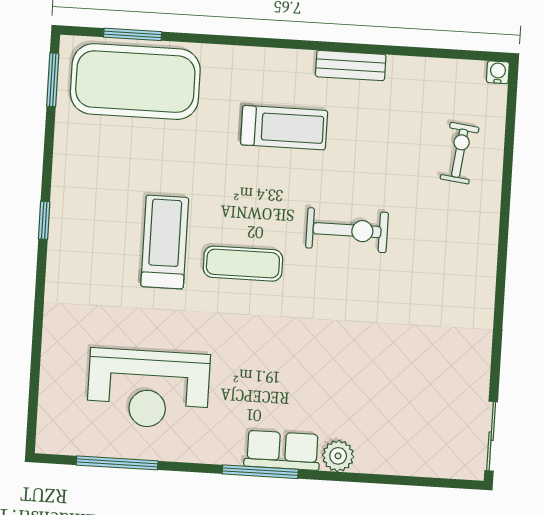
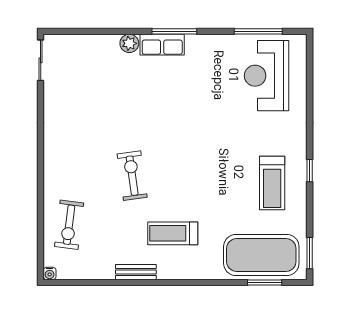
exercise bike: (460, 153) -> (69, 225), width x1.38, depth x1.39
exercise bike: (347, 230) -> (132, 176), turned 82
treadmill: (165, 242) -> (272, 183), moved
exercise mat: (243, 264) -> (192, 152), removed
reception desk: (148, 389) -> (267, 76), moved, turned -90

